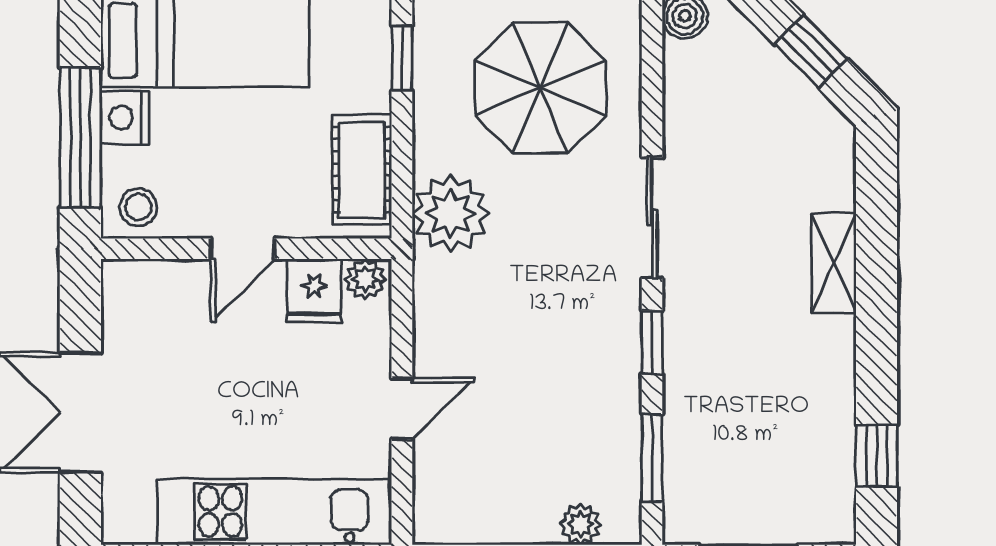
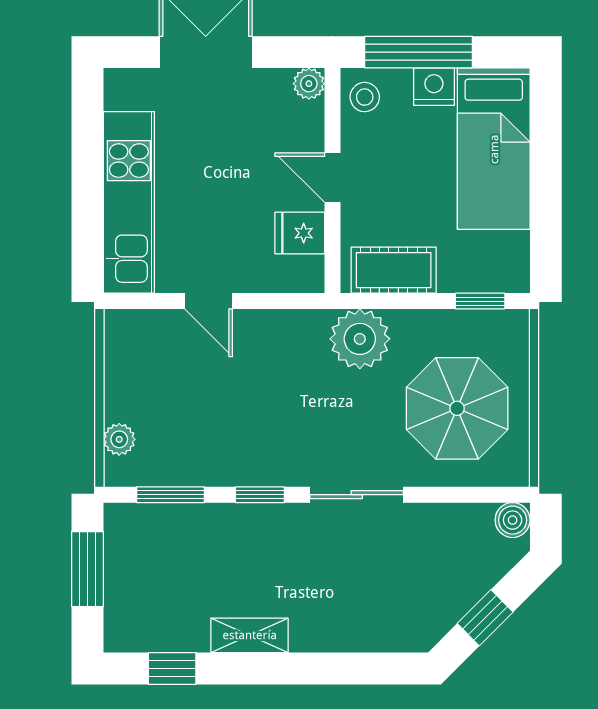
shelving: (834, 263) -> (250, 635), moved
plant: (365, 279) -> (309, 84), moved

